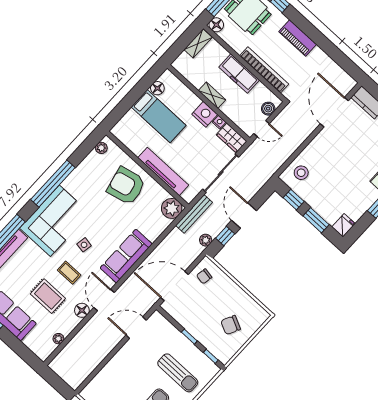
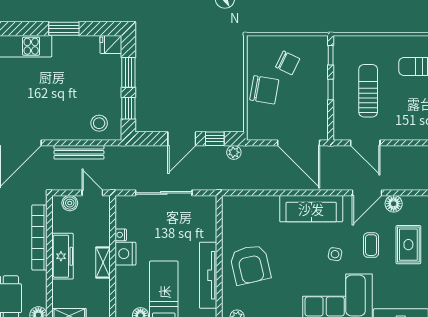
wardrobe: (232, 138) -> (124, 211), removed
tv unit: (163, 171) -> (208, 275), moved
plant: (172, 208) -> (234, 207), removed
bench: (194, 214) -> (79, 152), moved
chair: (204, 276) -> (264, 90), moved, width x1.87, depth x1.87
sun lounger: (178, 373) -> (368, 91), moved

